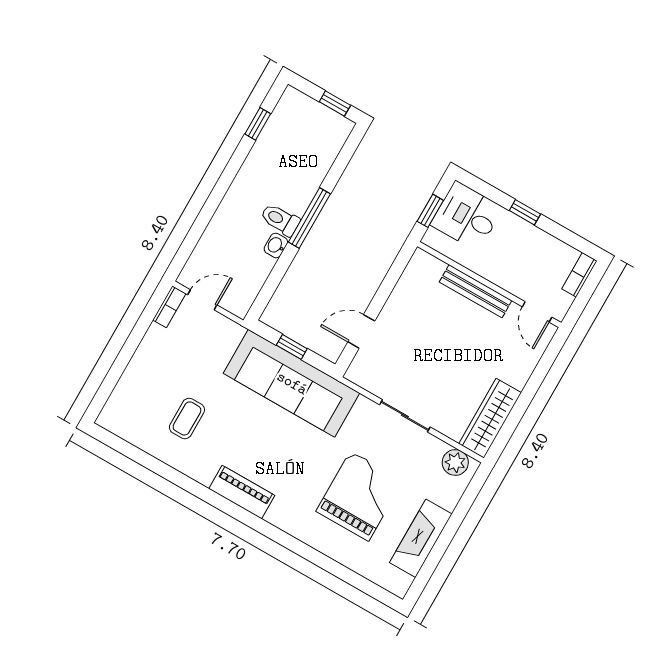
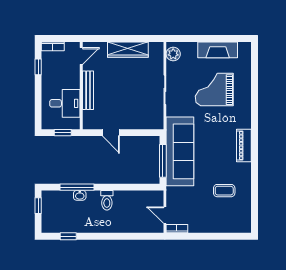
window: (525, 212) -> (38, 67), moved
desk: (467, 216) -> (65, 103), moved, turned -90
window: (309, 218) -> (77, 187), moved
washbasin: (276, 245) -> (80, 195), moved
door: (361, 331) -> (111, 133), moved
window: (292, 347) -> (163, 161), width x2.17
wardrobe: (490, 418) -> (128, 50), moved

